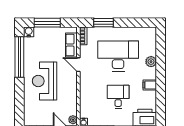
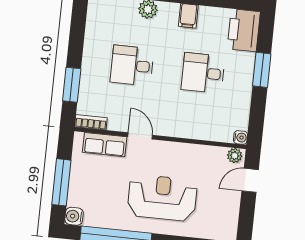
desk: (118, 56) -> (132, 65), width x0.53, depth x0.77
door: (78, 65) -> (140, 136), swing flipped
reception desk: (45, 81) -> (162, 198), turned 180

